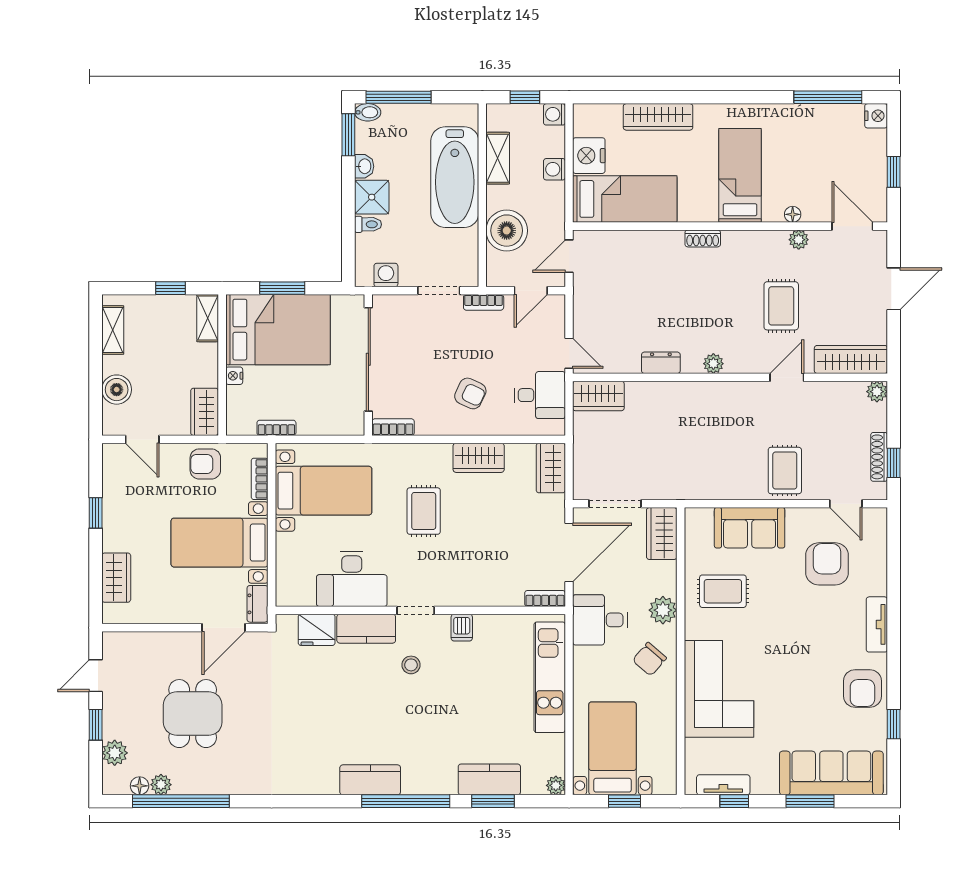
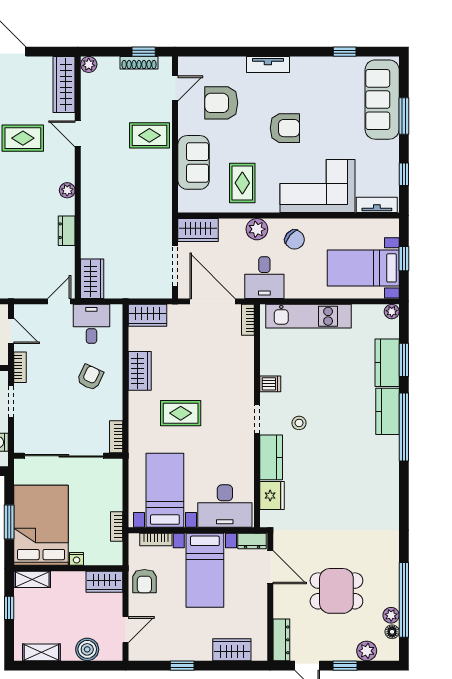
desk: (352, 579) -> (225, 506), moved, turned 90
dresser: (129, 642) -> (281, 640), added
armchair: (862, 688) -> (285, 128), moved
kitchen counter: (370, 780) -> (387, 411), moved
tv unit: (723, 785) -> (377, 205), moved, turned 90

